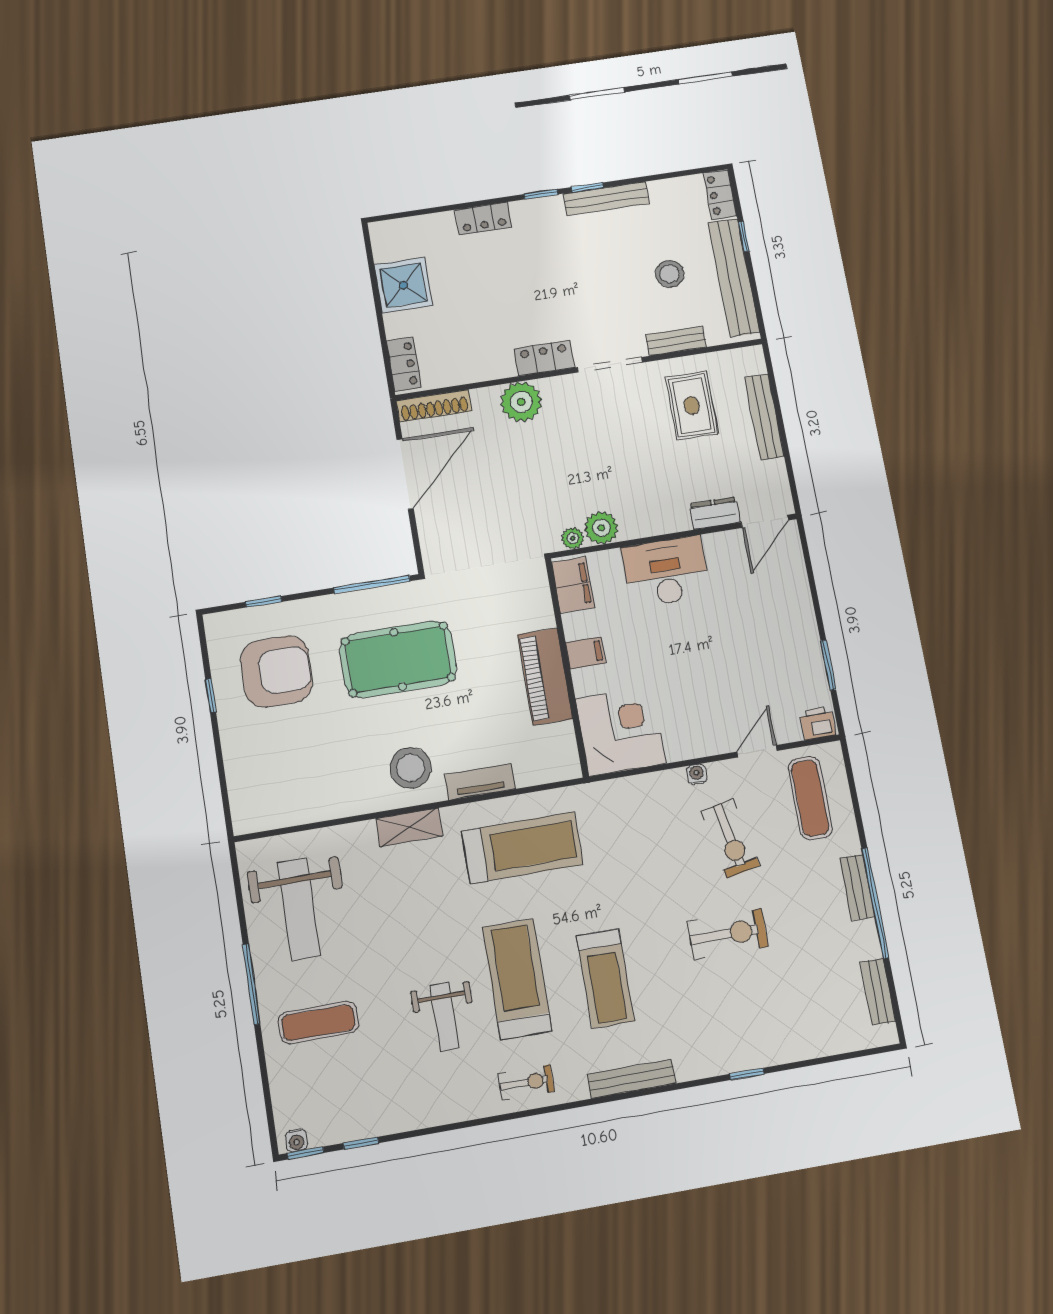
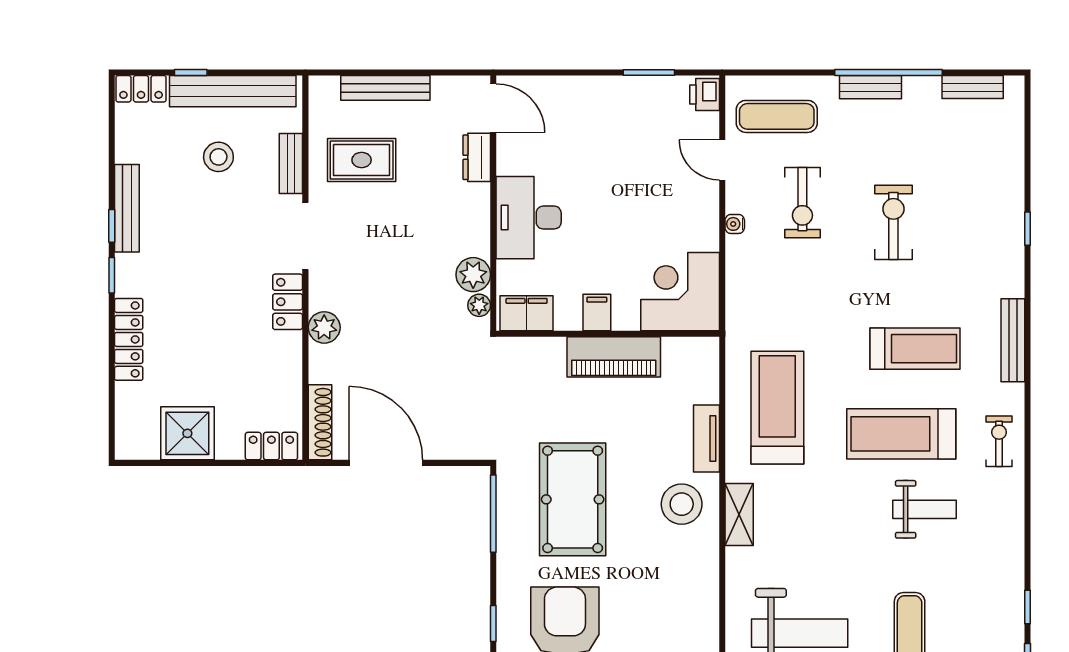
locker: (483, 219) -> (129, 339), width x1.53
plant: (521, 402) -> (324, 327), width x0.73, depth x0.73
exercise bike: (730, 838) -> (802, 203), turned 101

